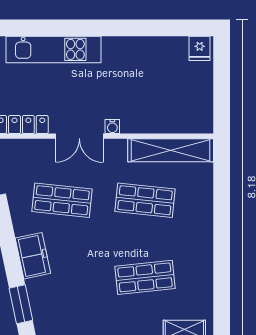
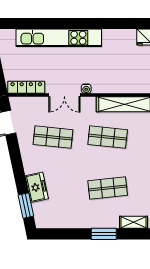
kitchen unit: (54, 49) -> (59, 38), width x1.36
freezer: (33, 256) -> (37, 187), moved

